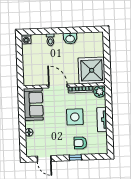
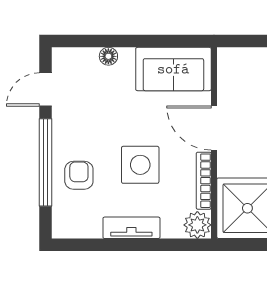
door: (58, 86) -> (214, 128), swing flipped
window: (75, 157) -> (46, 162), width x3.17

